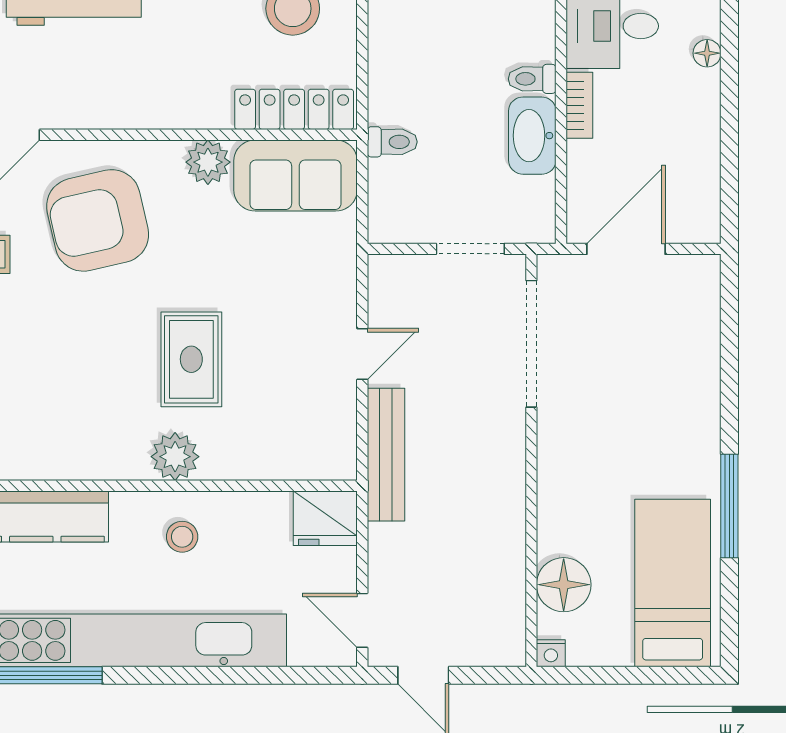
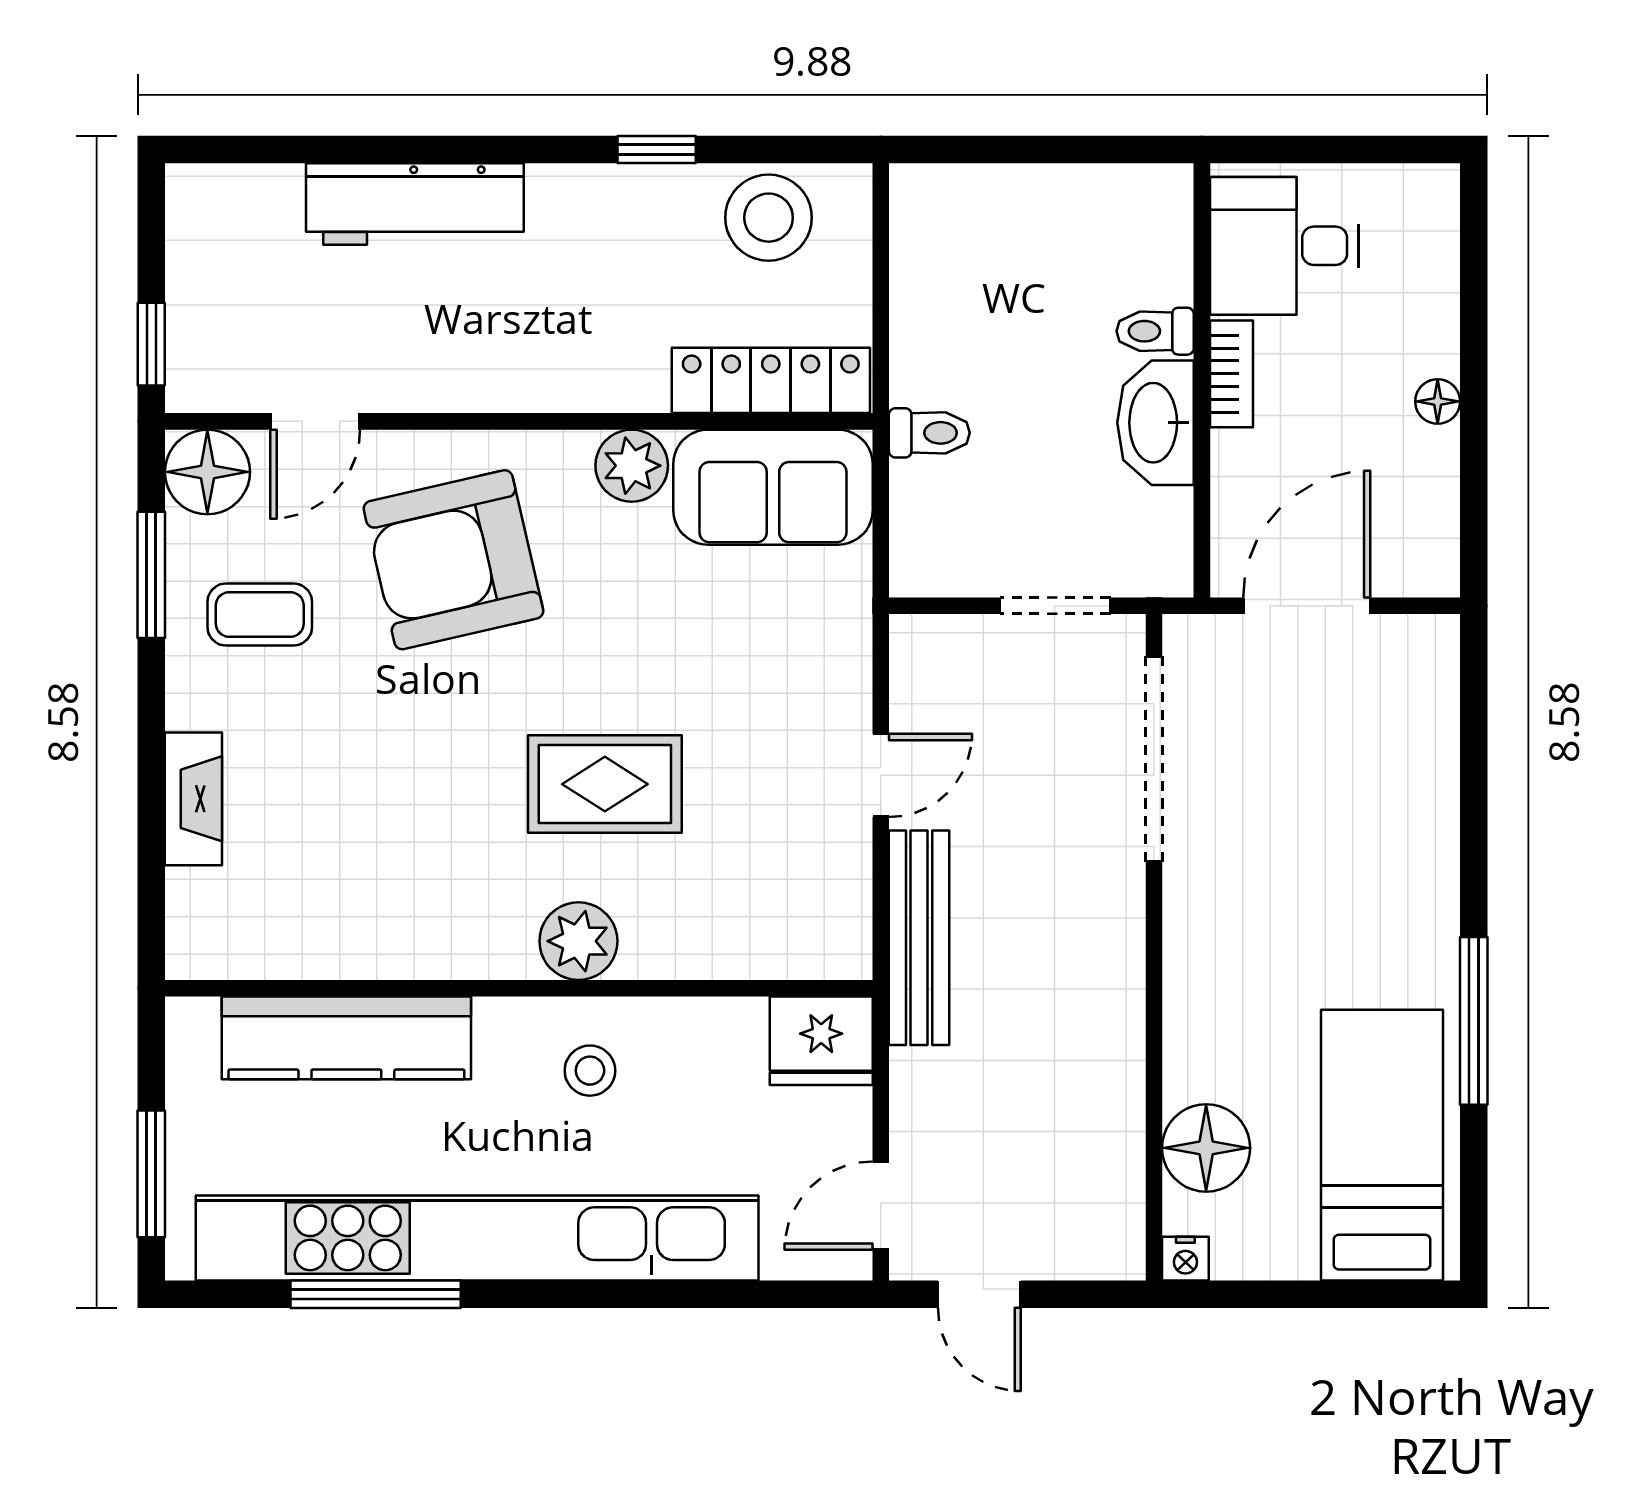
floor lamp: (707, 53) -> (1438, 401), moved
rug: (191, 359) -> (605, 784), turned 90
door: (362, 620) -> (881, 1206), hinge flipped

